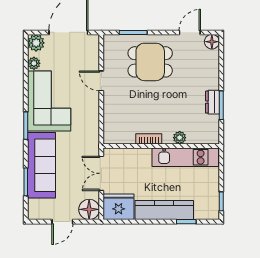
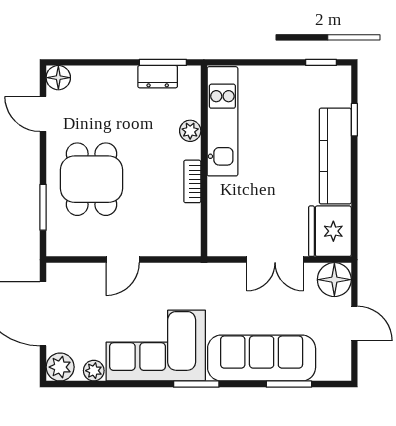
plant: (180, 138) -> (190, 131), moved
bookcase: (149, 139) -> (192, 181), moved
wall: (161, 146) -> (204, 161), moved
kitchen unit: (185, 157) -> (222, 121), moved

